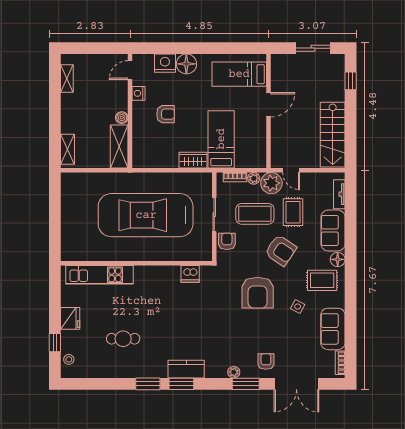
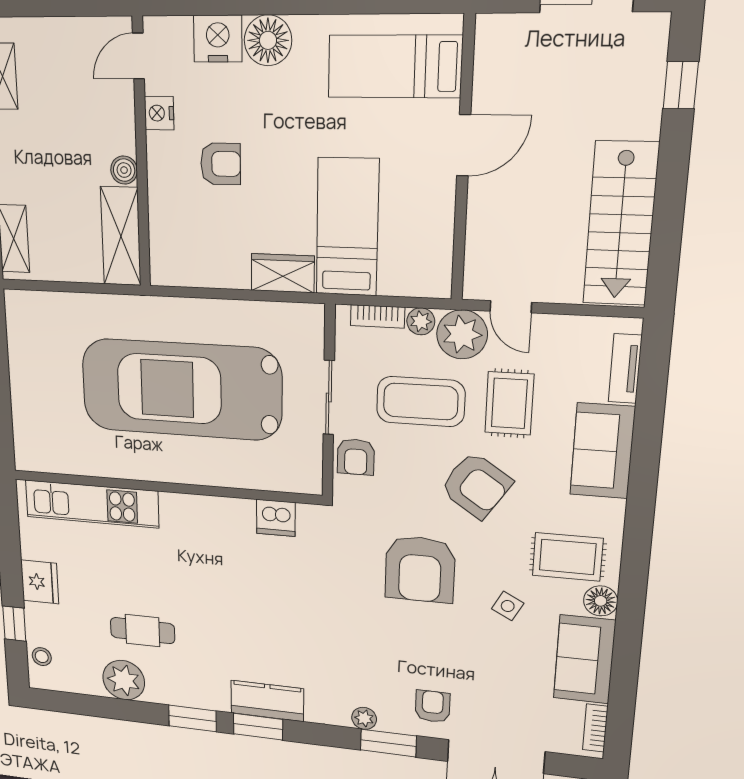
armchair: (227, 241) -> (356, 457), turned 180
floor lamp: (338, 259) -> (601, 601), moved
plant: (112, 367) -> (124, 680), added

